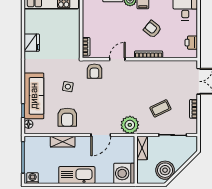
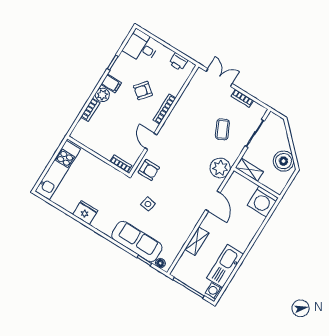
armchair: (67, 117) -> (176, 223), removed
kitchen sink: (77, 175) -> (225, 266), moved

